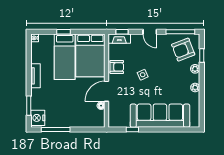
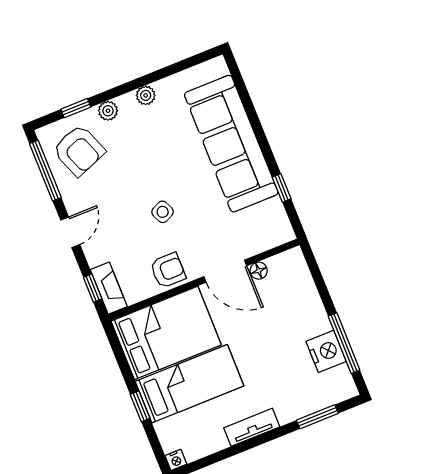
armchair: (117, 67) -> (168, 270), turned 90
nightstand: (38, 118) -> (326, 351), moved, turned -90

